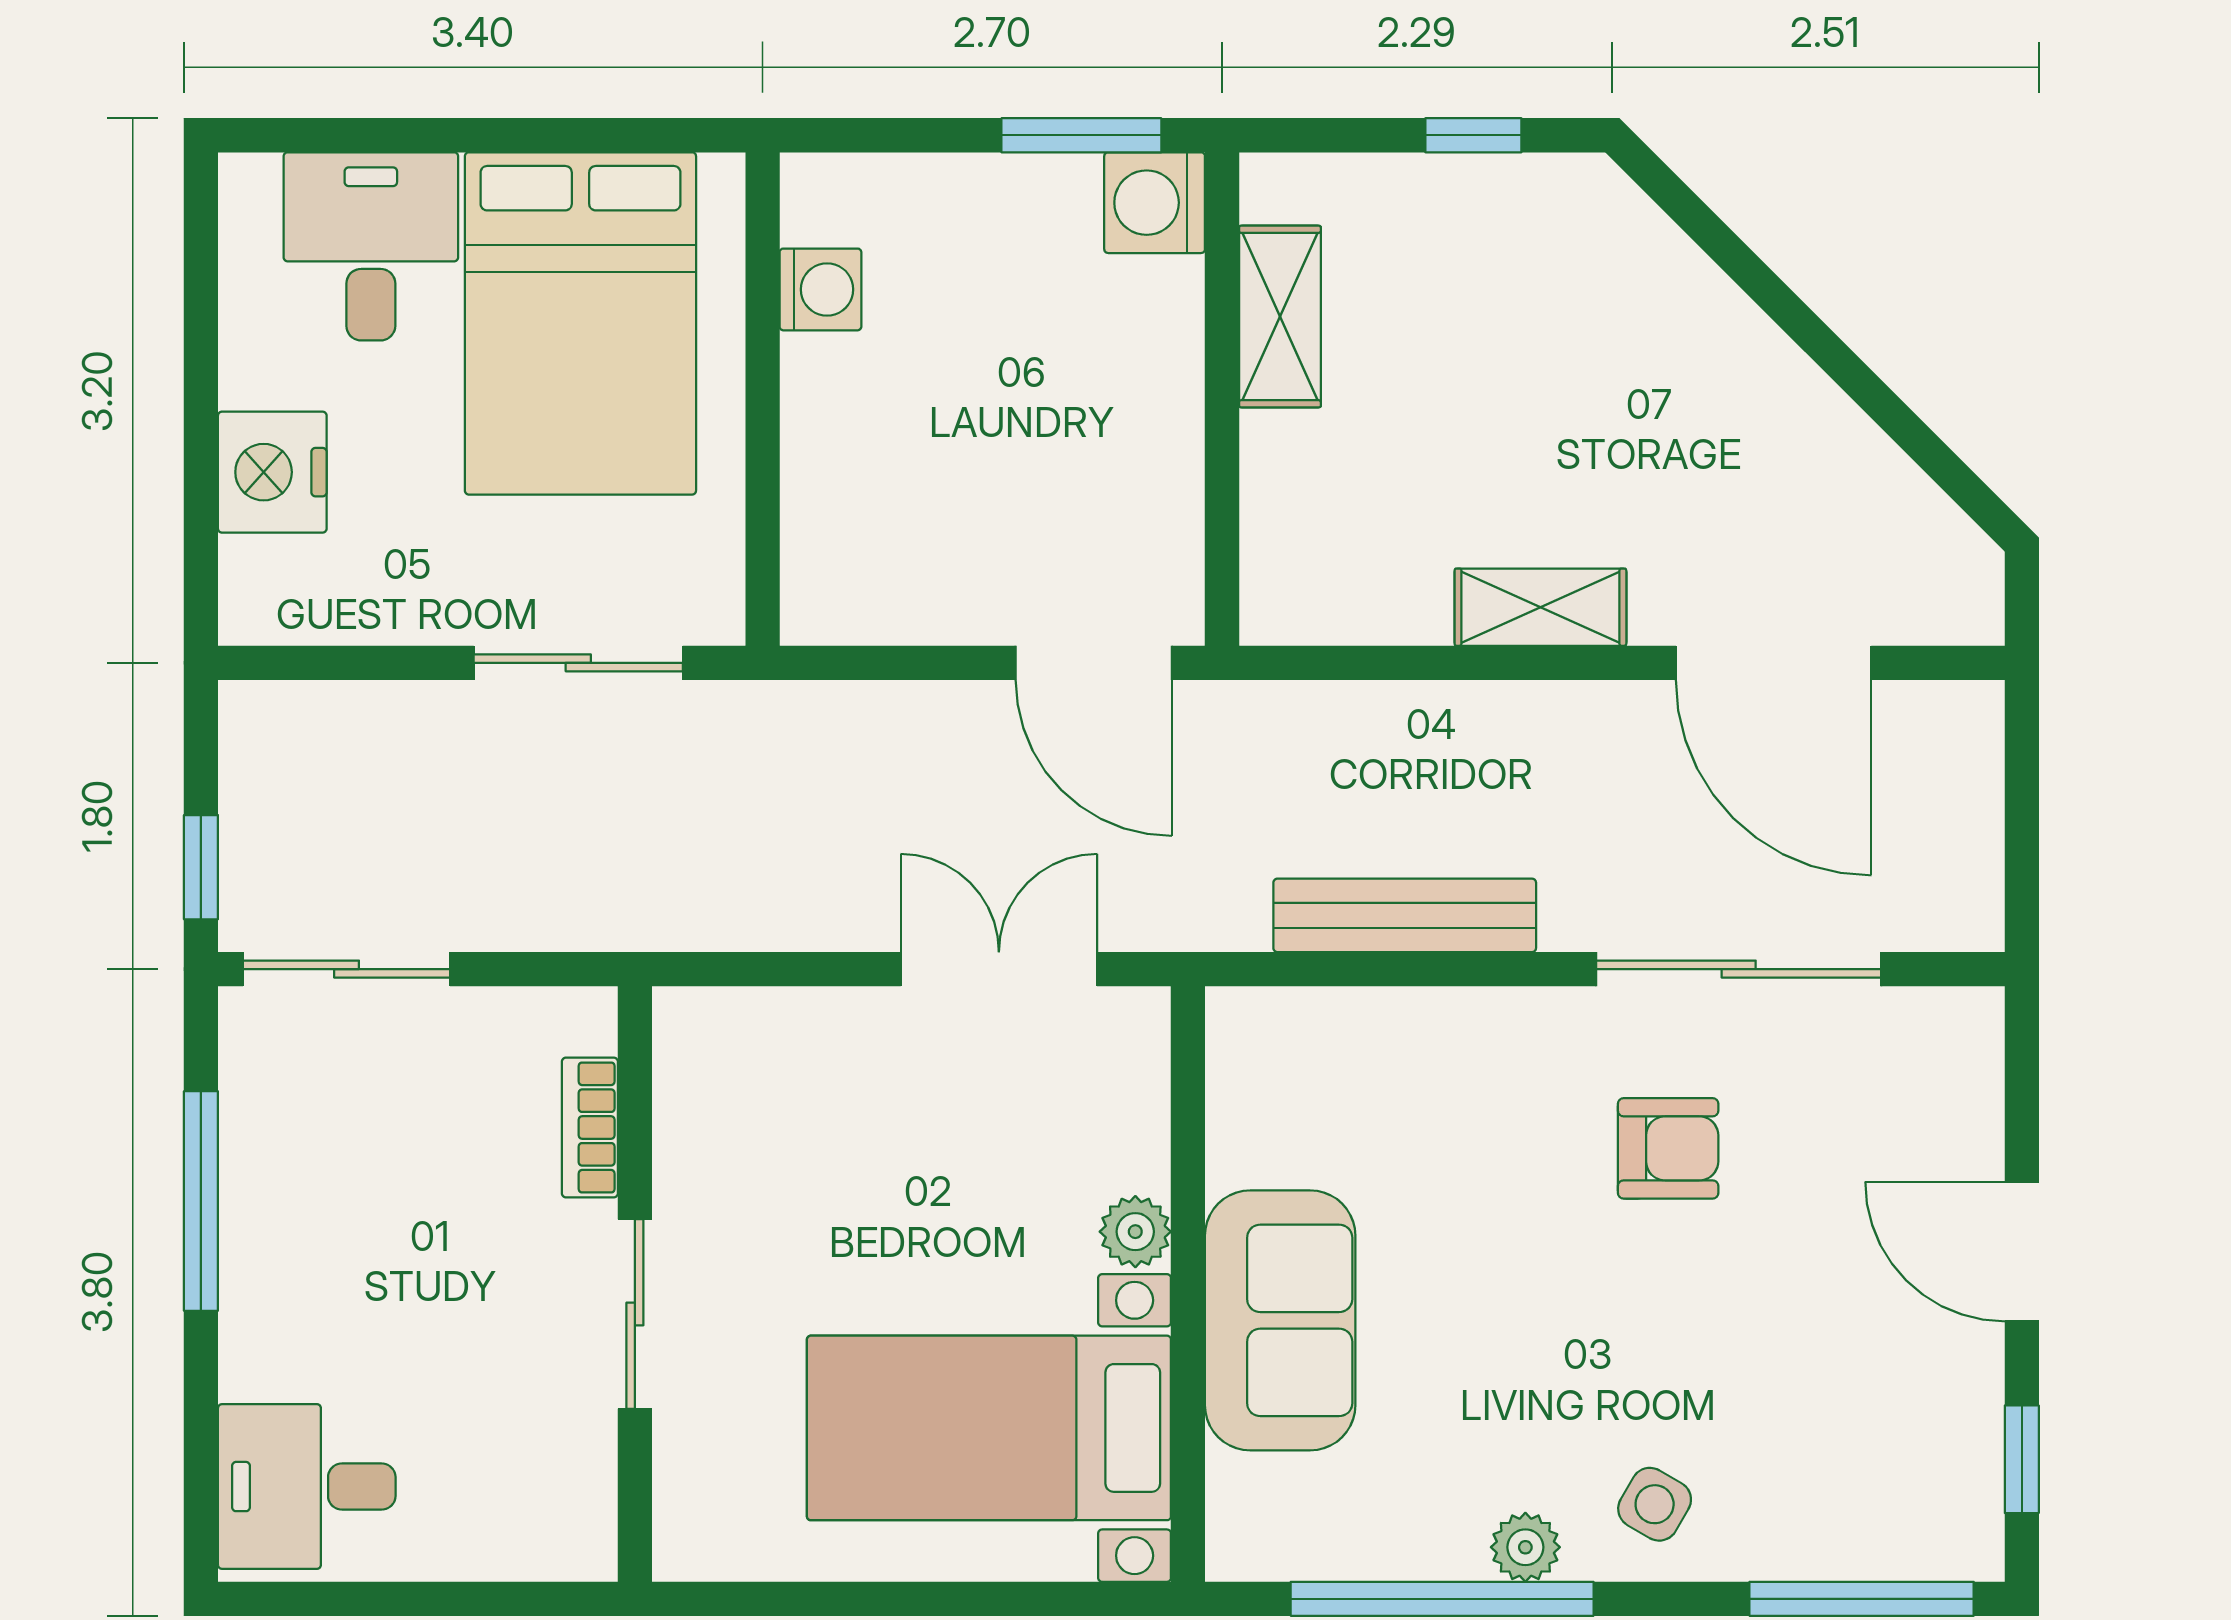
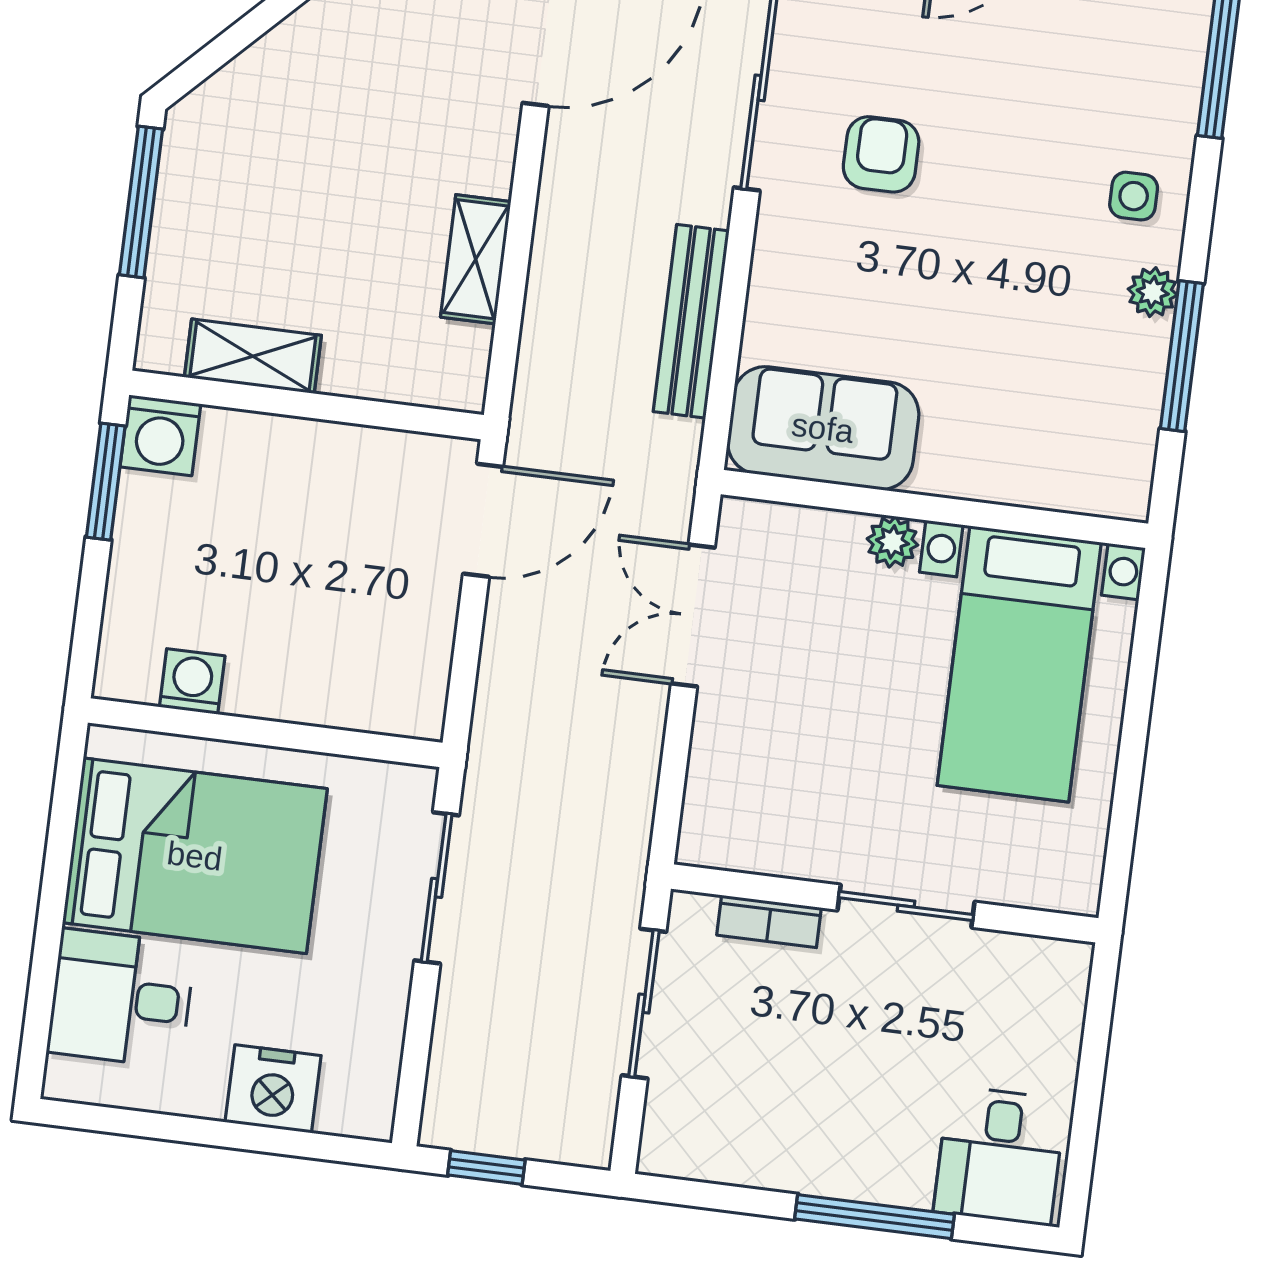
window: (1473, 135) -> (141, 202), width x2.17
shelving: (1540, 607) -> (476, 259), moved
window: (201, 867) -> (486, 1168), moved
sliding door: (347, 969) -> (644, 1004), moved
window: (201, 1201) -> (874, 1217), moved
sofa: (1280, 1320) -> (823, 428), moved
side table: (1655, 1504) -> (1134, 196), turned -30
window: (1442, 1599) -> (1182, 356), width x0.68

